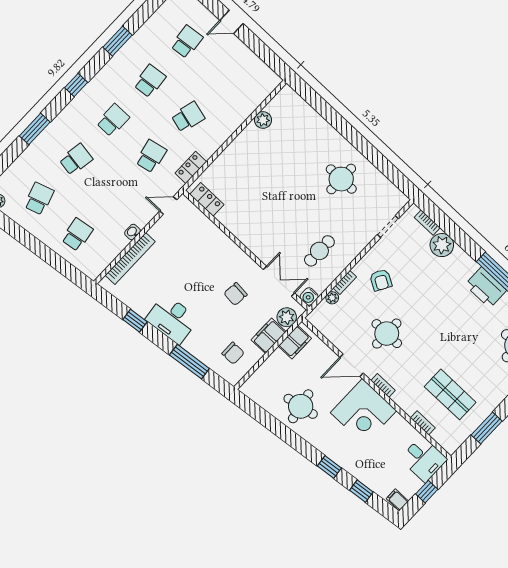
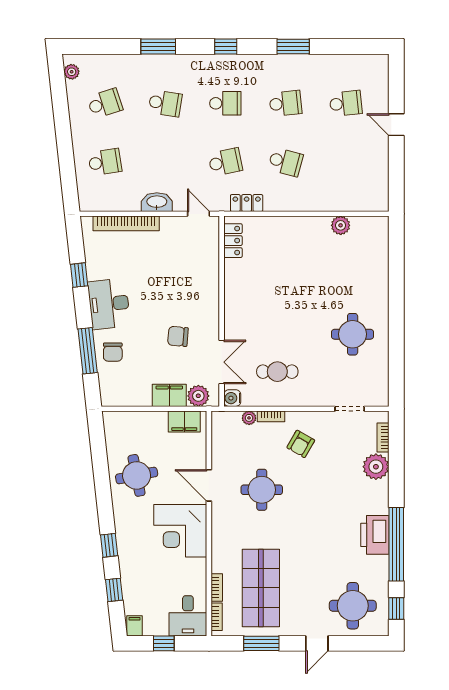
washbasin: (132, 232) -> (157, 202), width x1.91, depth x1.45
chair: (233, 353) -> (113, 352), moved
bookcase: (383, 386) -> (217, 617), moved
shop shelf: (450, 394) -> (261, 588), width x1.43, depth x1.36

